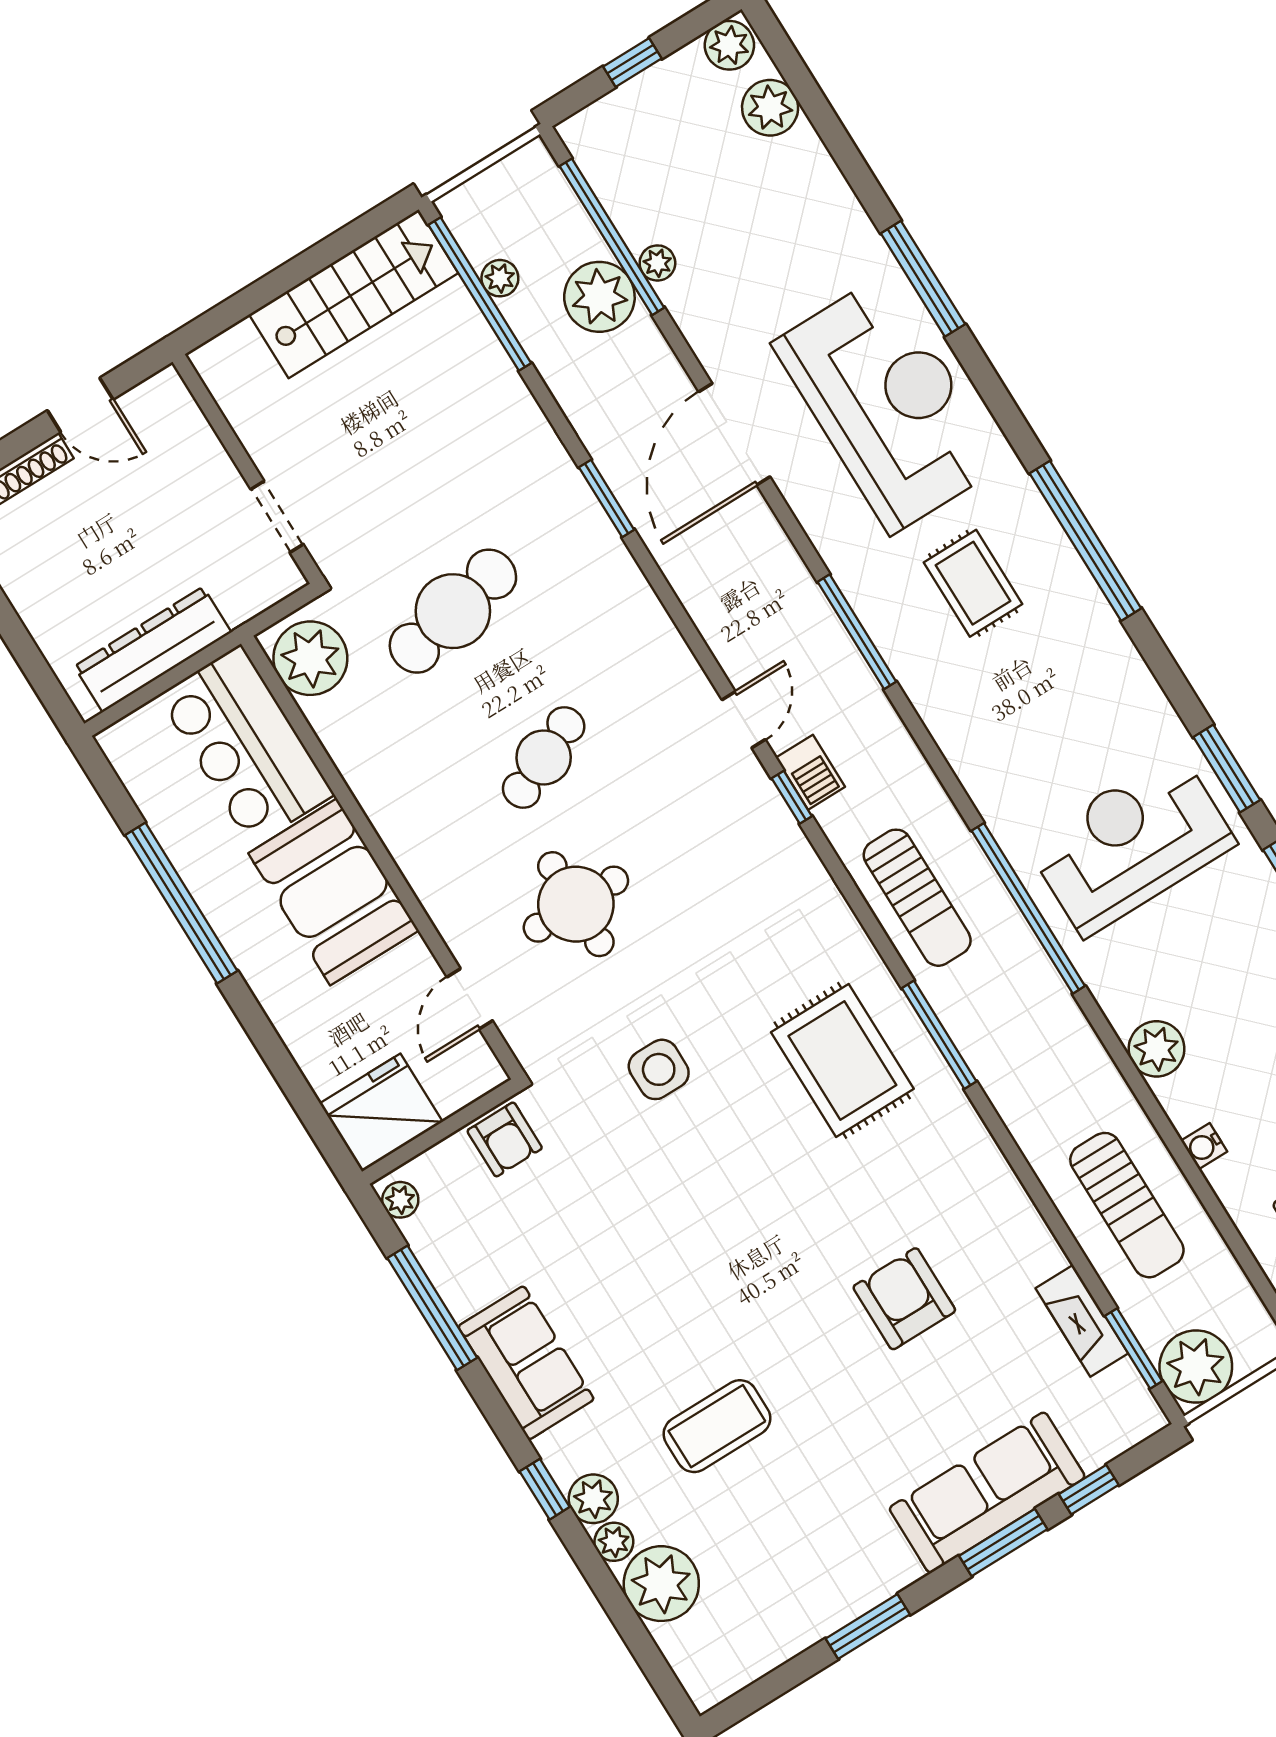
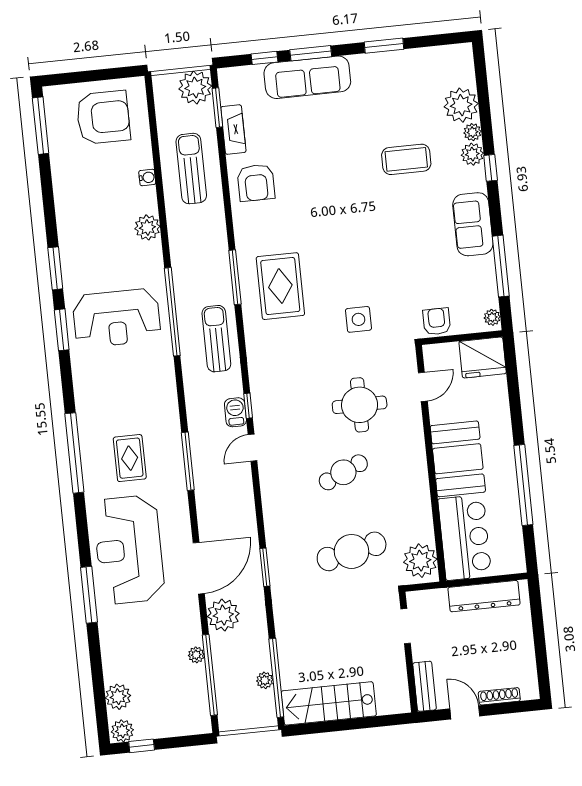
window: (632, 63) -> (142, 746), moved
plant: (599, 297) -> (223, 615), moved
bench: (183, 418) -> (425, 686), added
armchair: (904, 1299) -> (256, 183), moved

